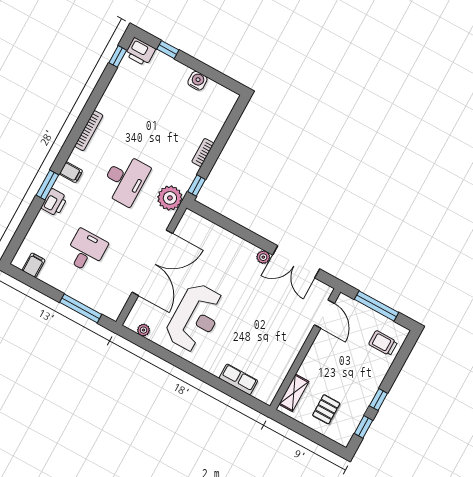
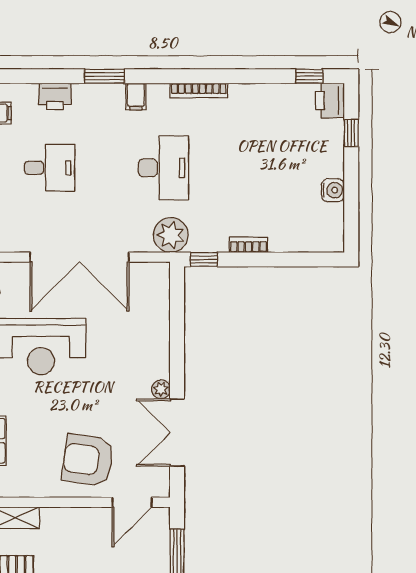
desk: (125, 179) -> (163, 168), turned -90
printer: (54, 202) -> (55, 96), moved
armchair: (283, 327) -> (88, 460), added

